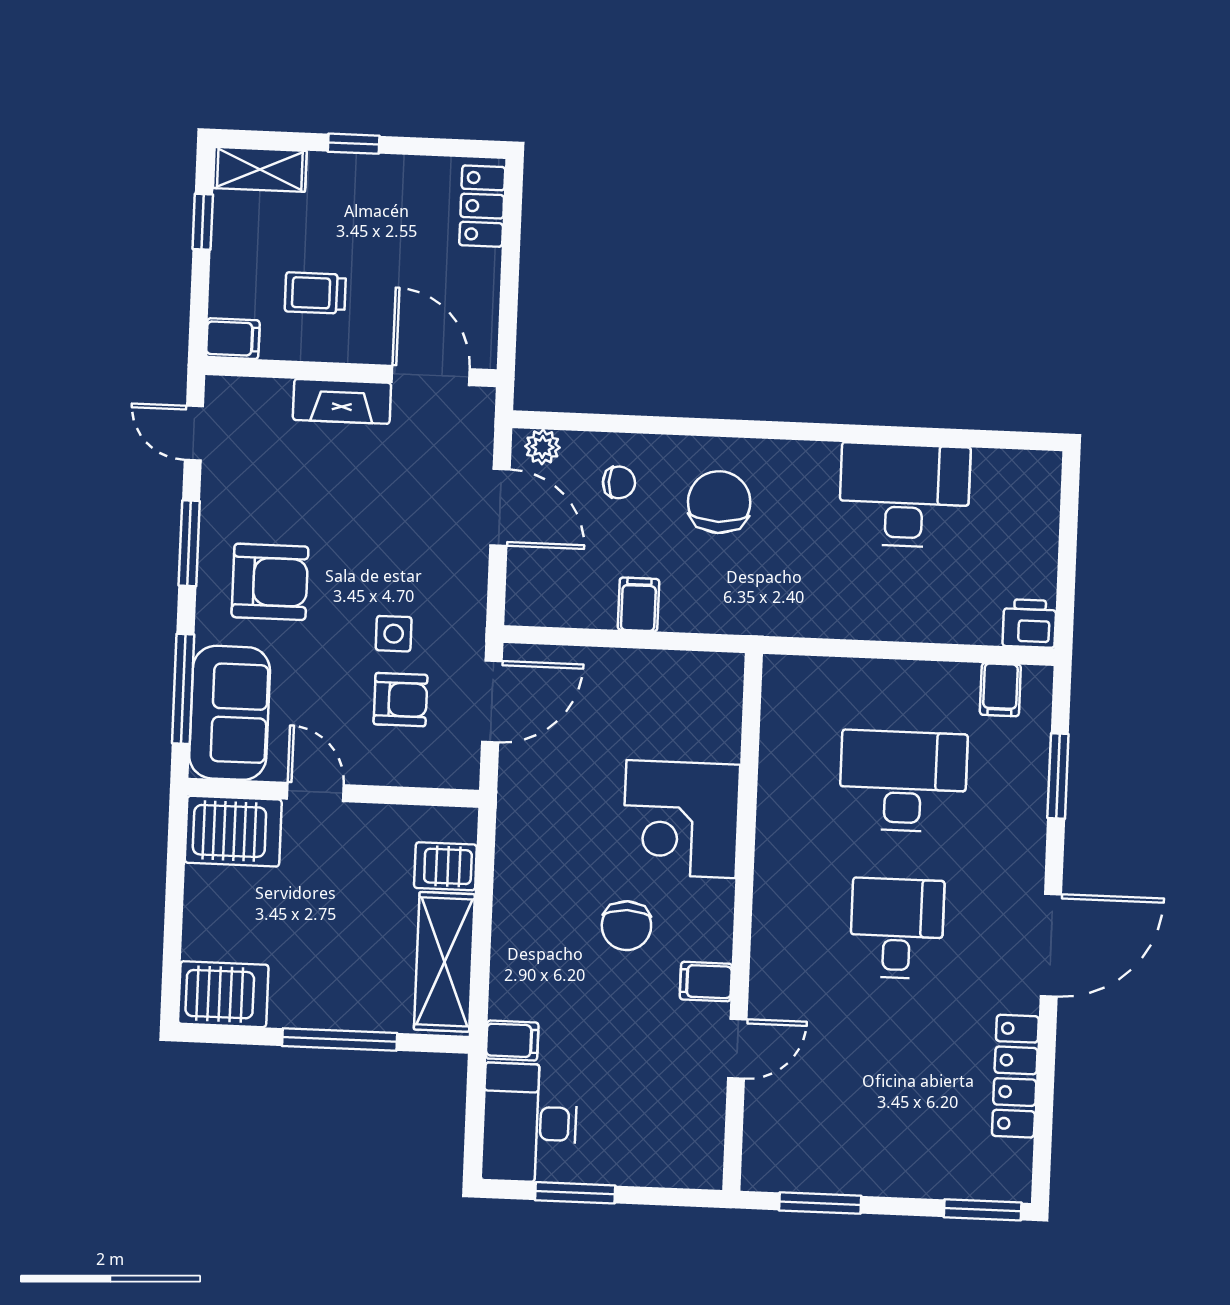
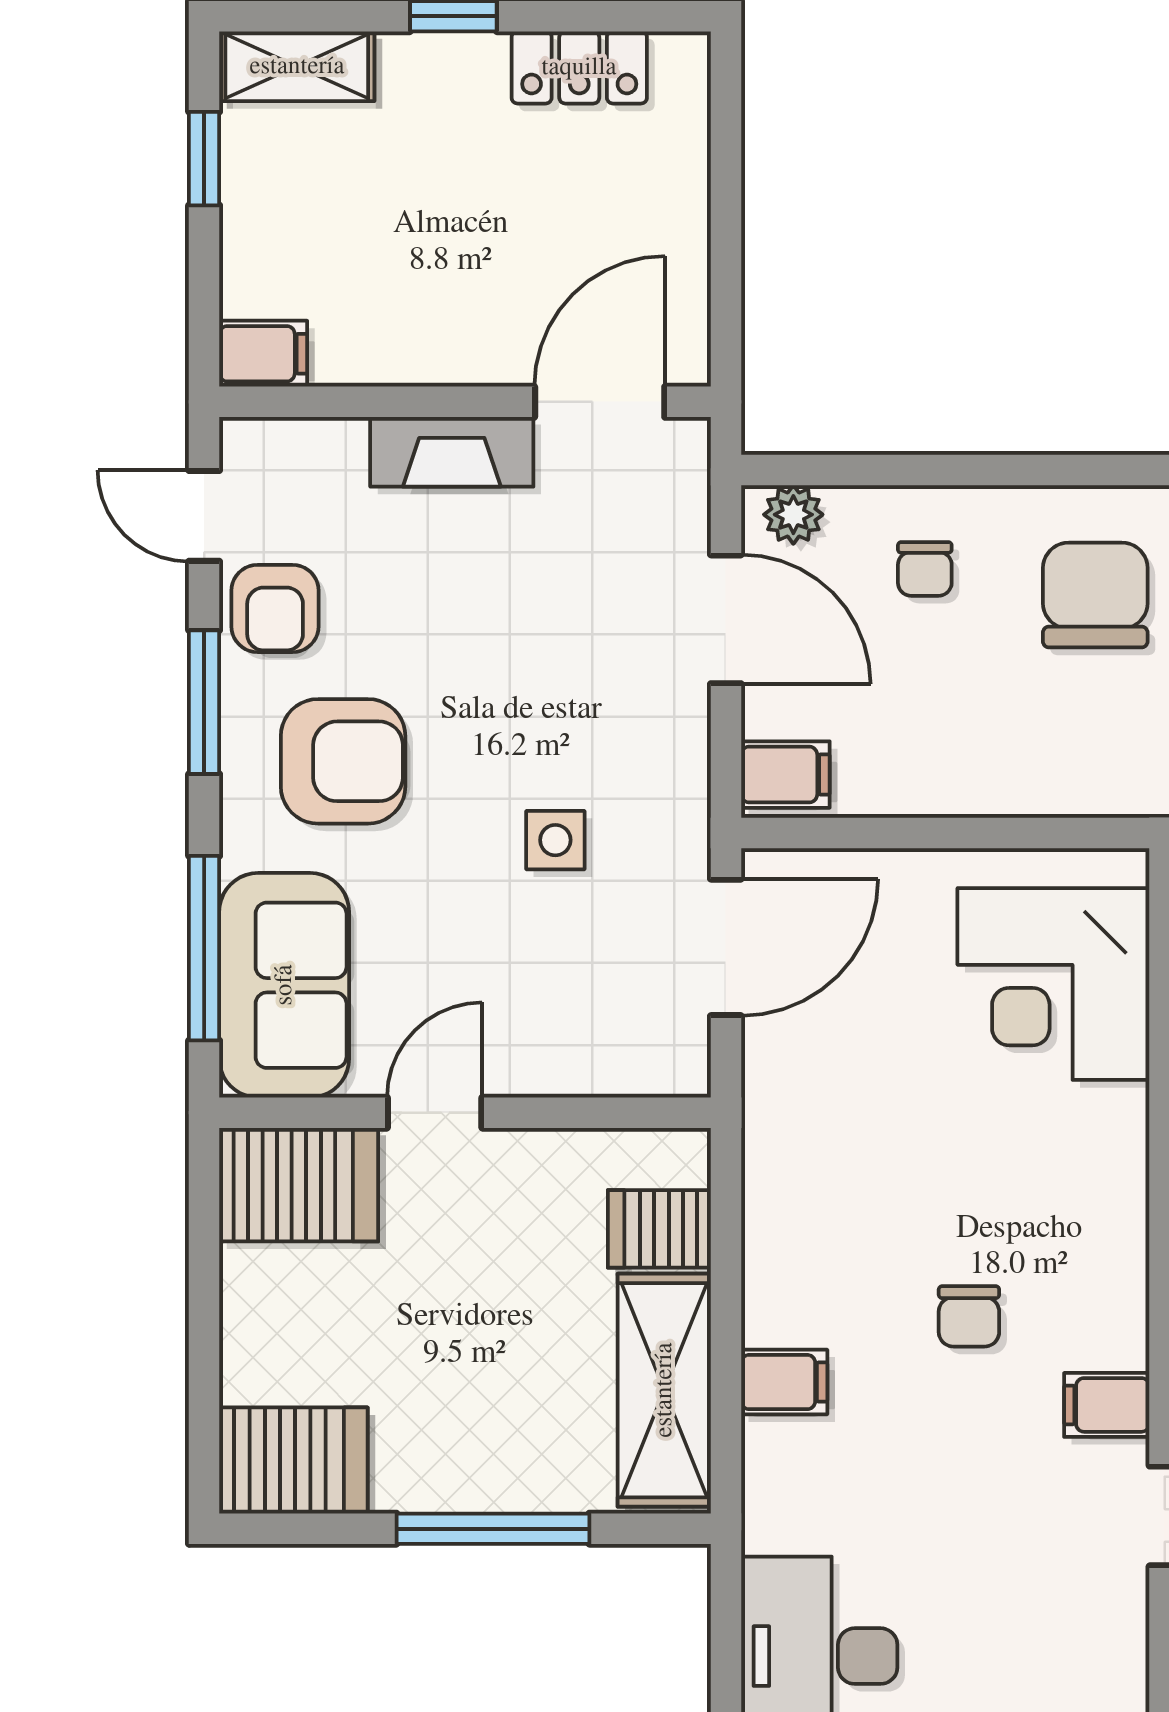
locker: (482, 206) -> (579, 67), moved, turned -90
trolley: (315, 293) -> (399, 271), removed
door: (431, 375) -> (600, 402), hinge flipped
chair: (619, 482) -> (925, 569), turned 90
filing cabinet: (638, 604) -> (785, 775), moved, turned 90
armchair: (400, 700) -> (275, 608), moved, turned 90
door: (315, 792) -> (435, 1113), hinge flipped
corner desk: (681, 819) -> (1053, 984), moved
chair: (626, 926) -> (969, 1316), width x0.73, depth x0.73
filing cabinet: (512, 1041) -> (784, 1382), moved

